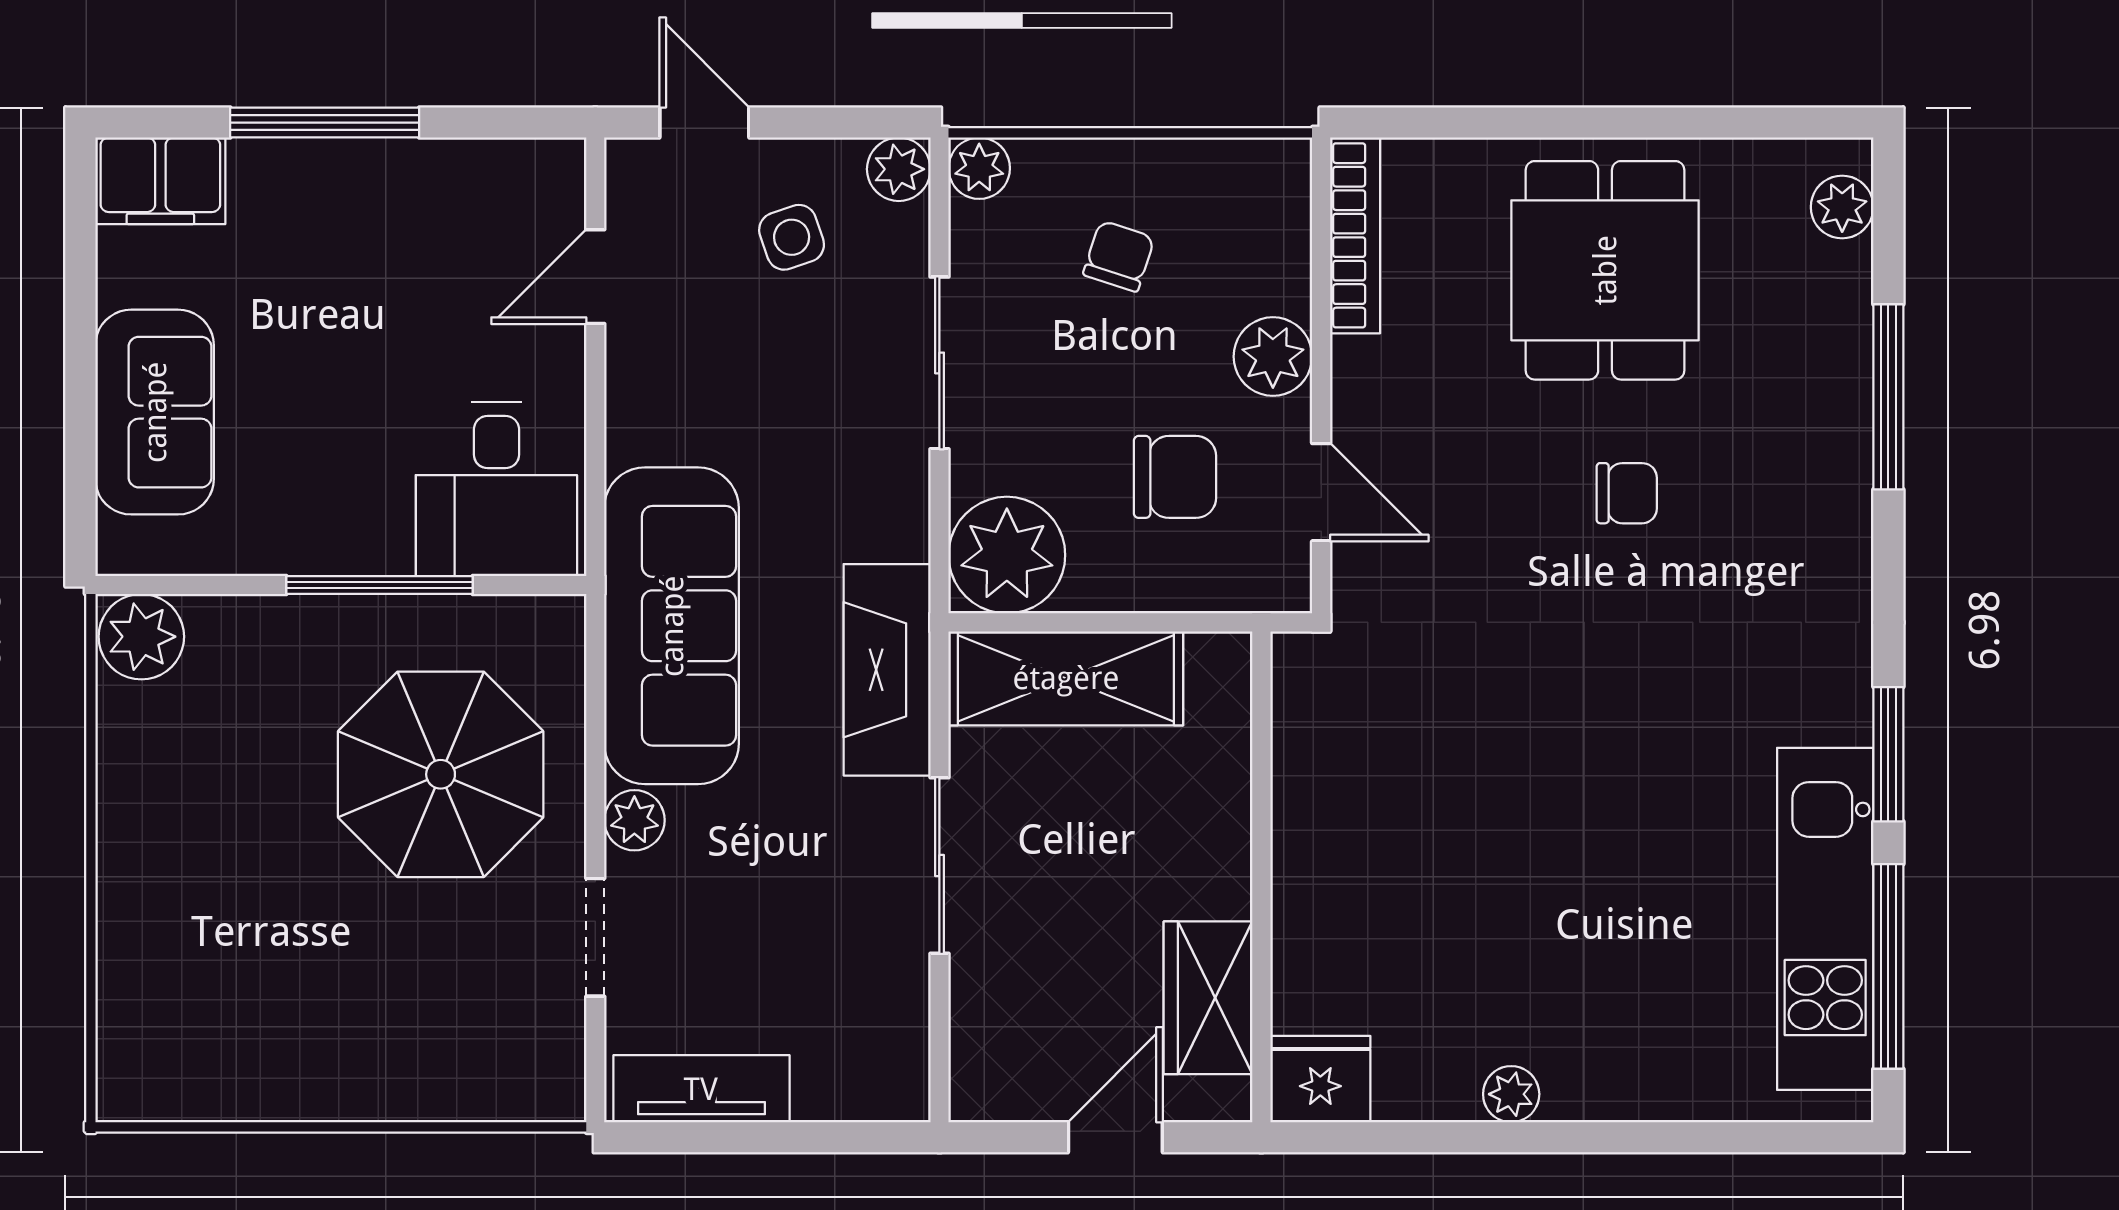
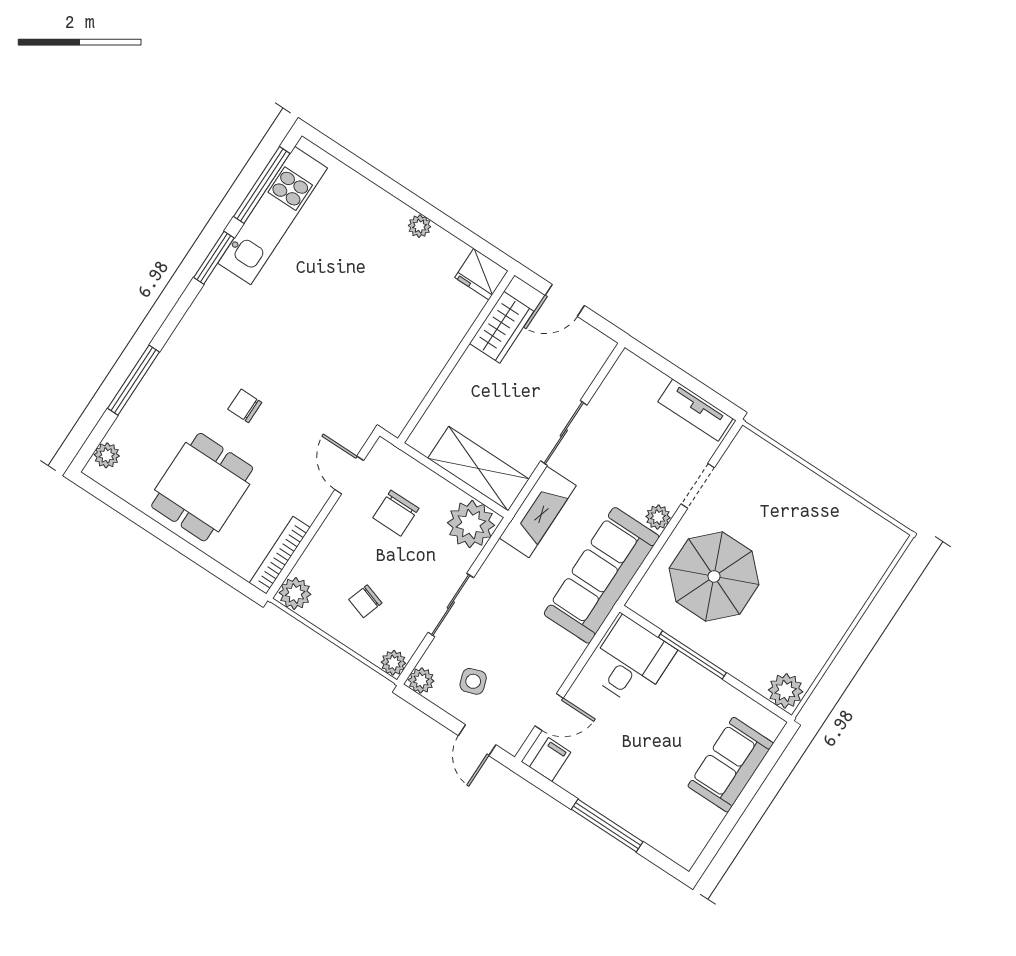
filing cabinet: (160, 181) -> (550, 760), moved, width x0.50
plant: (1273, 357) -> (295, 593), moved
chair: (1175, 477) -> (396, 513), turned -90

